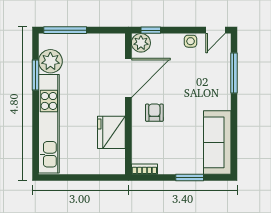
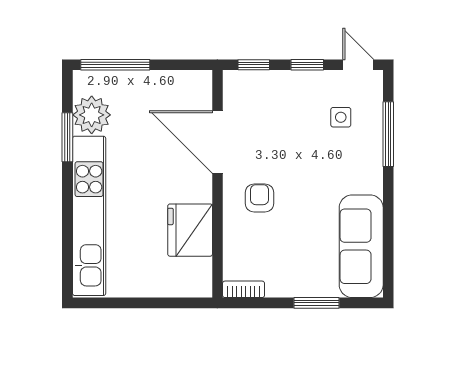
window: (184, 30) -> (307, 65), added
door: (215, 30) -> (358, 65), swing flipped
side table: (191, 41) -> (341, 117), moved
plant: (141, 43) -> (238, 85), removed
door: (128, 78) -> (217, 142), swing flipped

